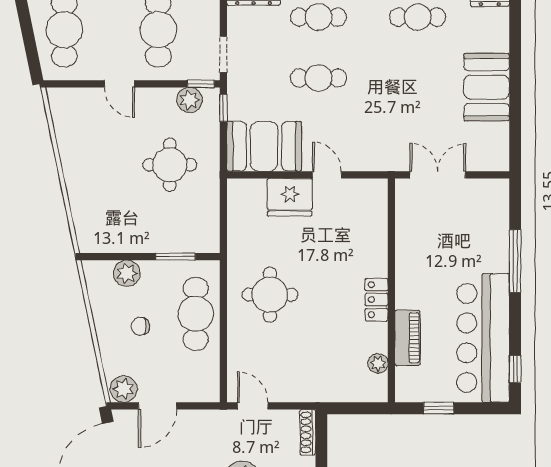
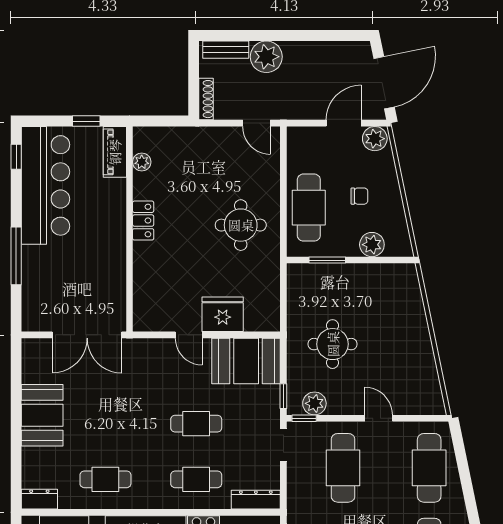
double door: (438, 175) -> (87, 335), width x1.37
piano: (407, 338) -> (115, 152), moved

